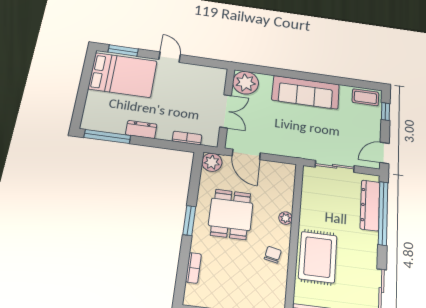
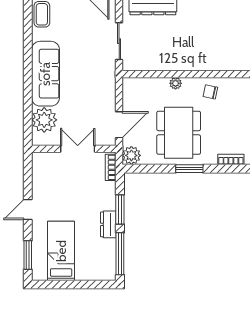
bed: (123, 75) -> (61, 251), width x0.67
plant: (246, 83) -> (44, 120), moved
bookcase: (187, 138) -> (111, 167), moved
window: (155, 143) -> (120, 209), added
dining table: (231, 214) -> (179, 133), width x1.38
rug: (318, 257) -> (207, 52), removed

